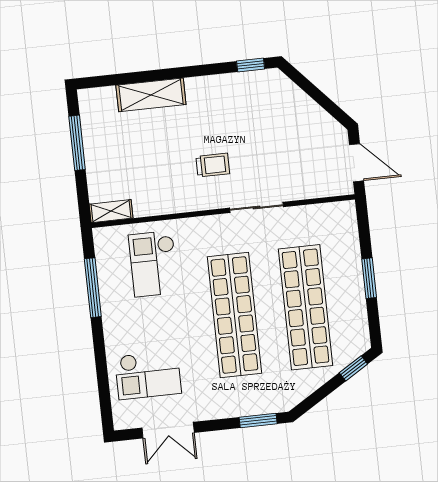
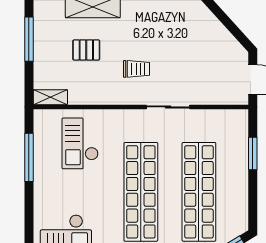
pallet: (149, 148) -> (86, 50), added
window: (369, 278) -> (253, 153), moved

